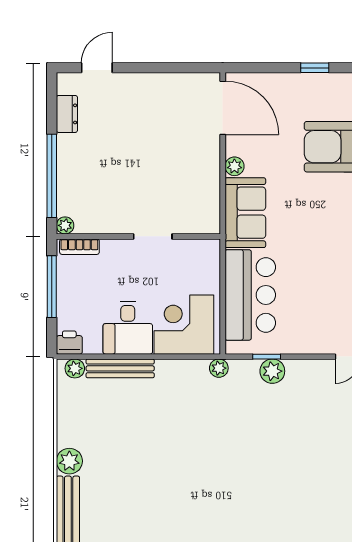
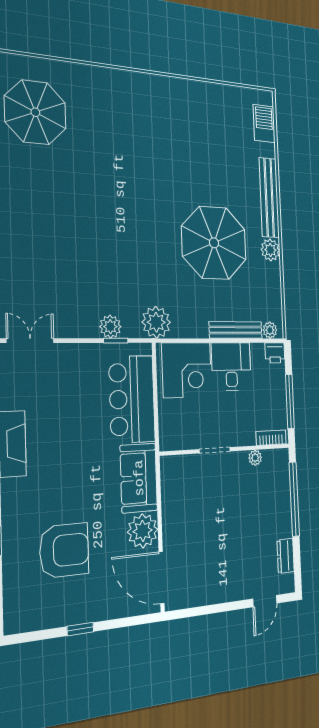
plant: (234, 166) -> (143, 531), width x1.88, depth x1.88
plant: (65, 225) -> (255, 458), moved
plant: (219, 368) -> (156, 322), width x1.88, depth x1.88
parasol: (144, 466) -> (214, 243), added

